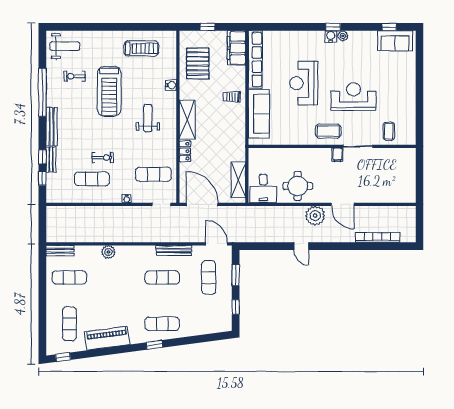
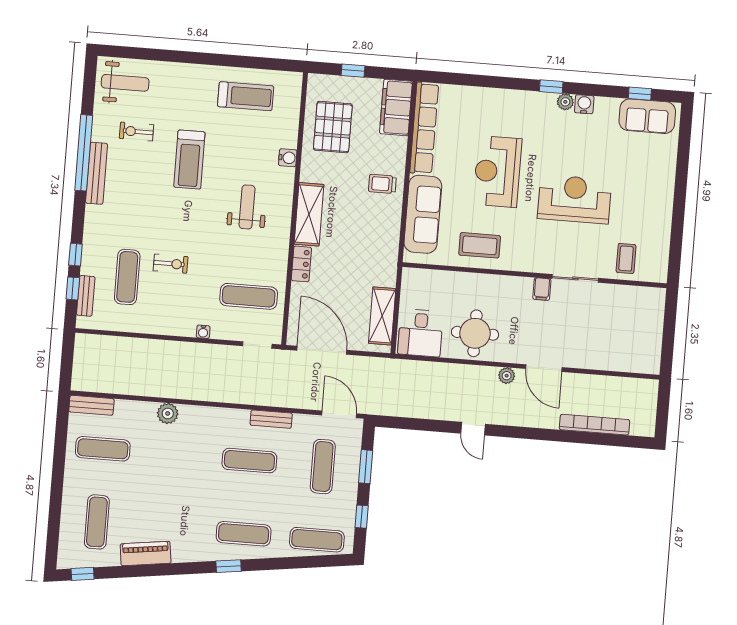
water cooler: (331, 36) -> (584, 104), moved
treadmill: (109, 91) -> (189, 160), width x0.73, depth x0.73
bench: (52, 127) -> (97, 173), moved
coffee table: (328, 131) -> (480, 245), moved
bench: (51, 160) -> (86, 296), moved
exercise mat: (92, 179) -> (127, 277), moved, turned 90
plant: (315, 216) -> (507, 376), width x0.53, depth x0.53
bench: (174, 250) -> (271, 419), width x0.73
exercise mat: (209, 324) -> (317, 540), added
piano: (107, 338) -> (146, 554), width x0.73, depth x0.75

